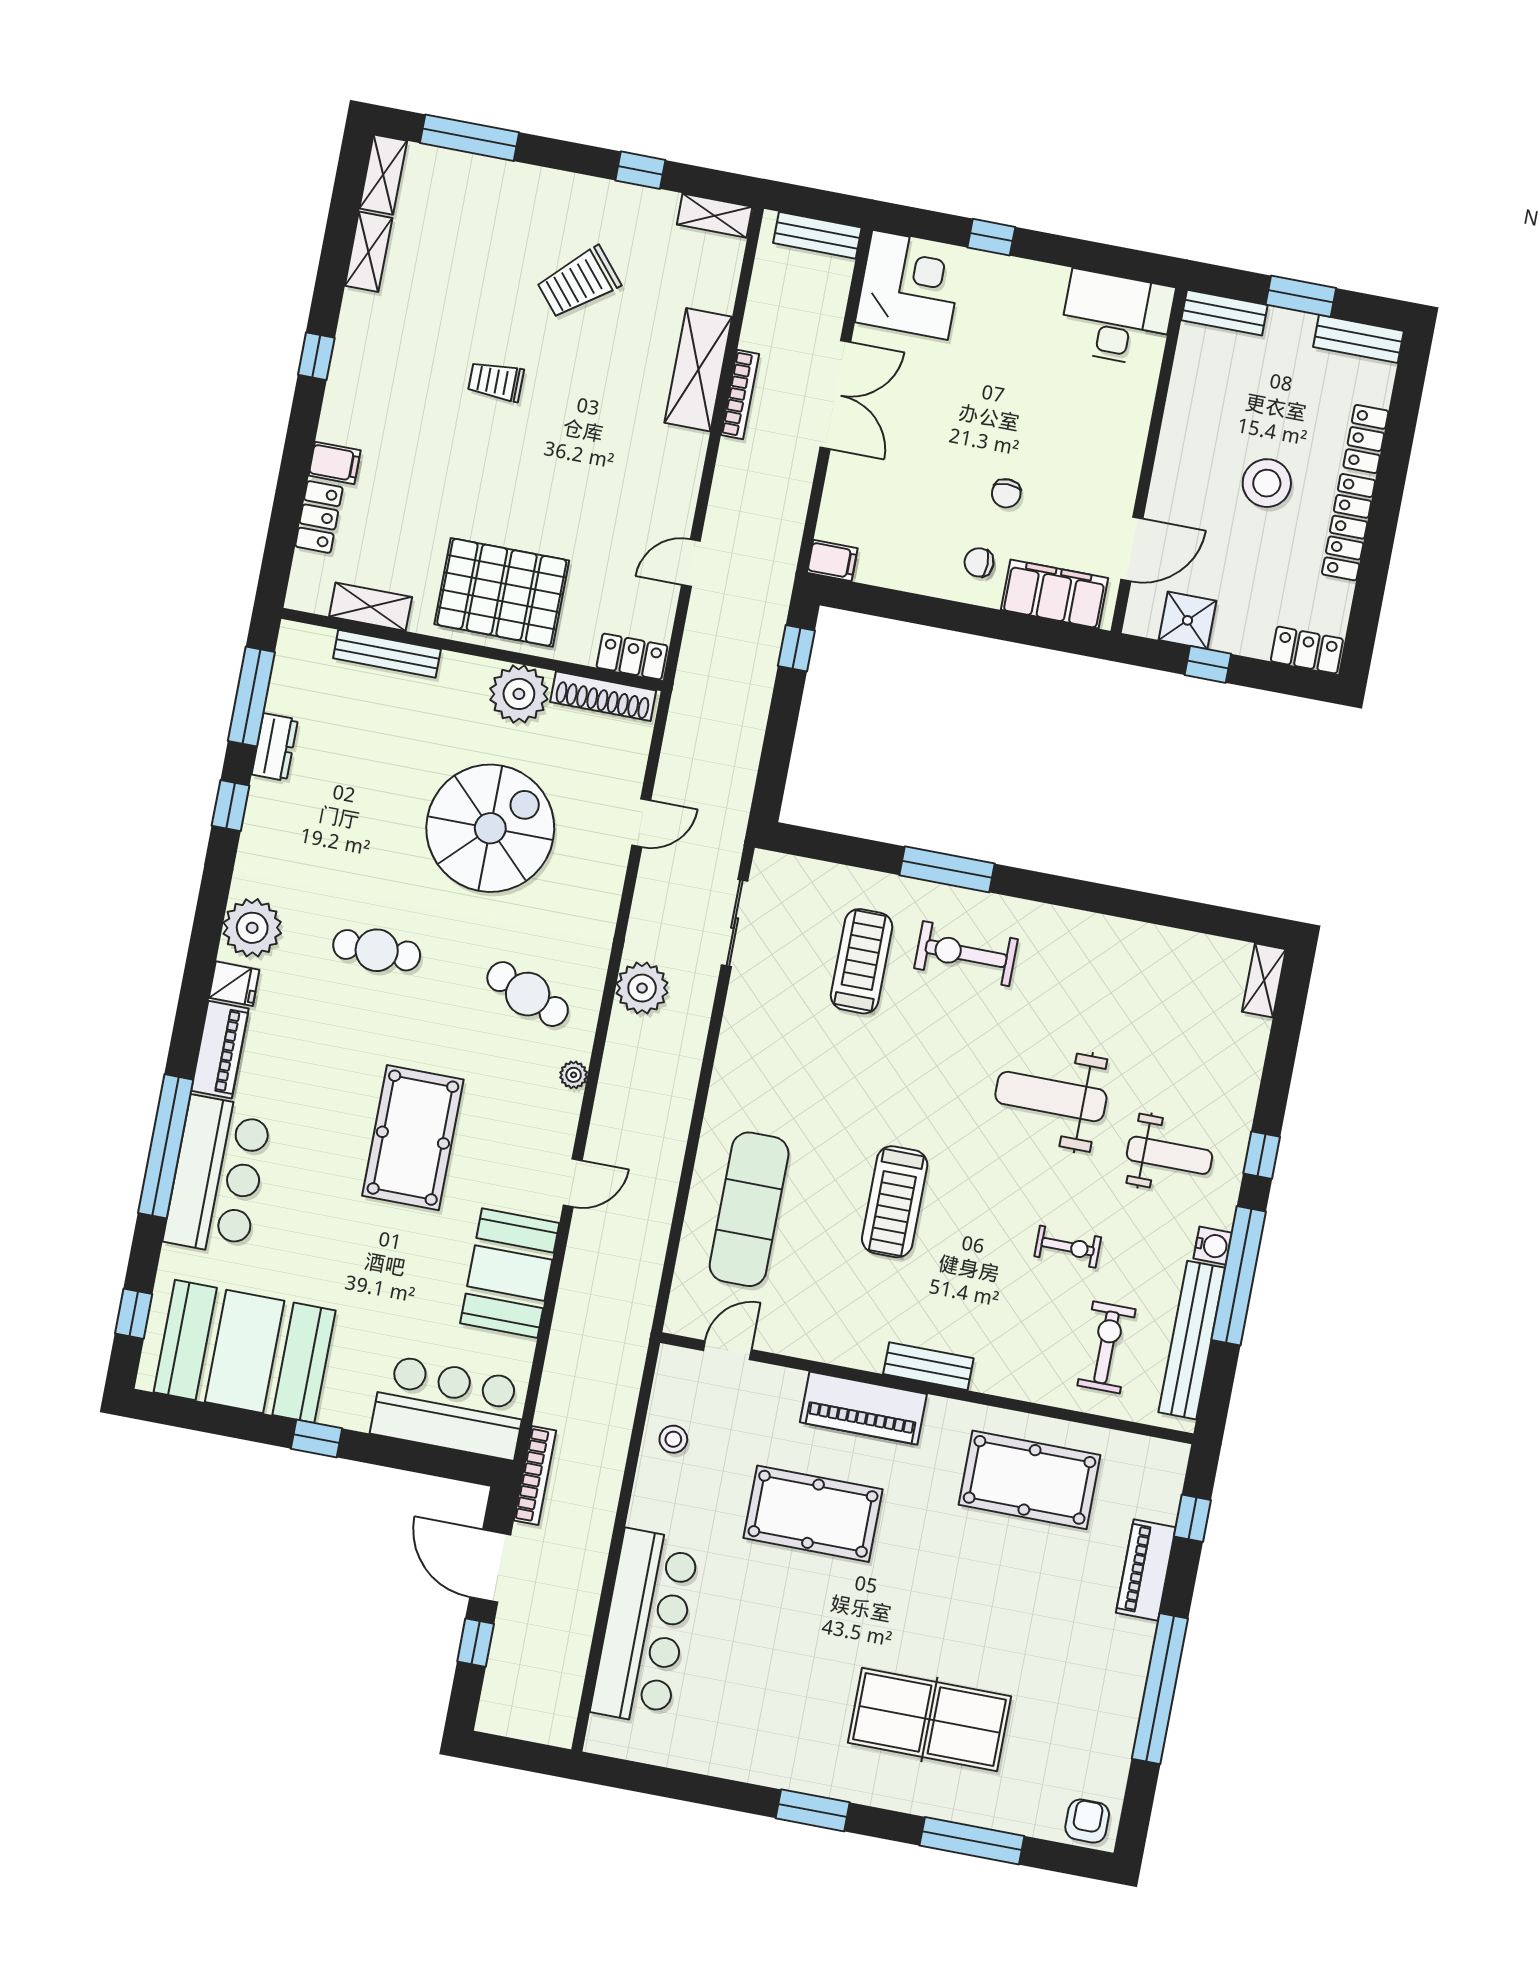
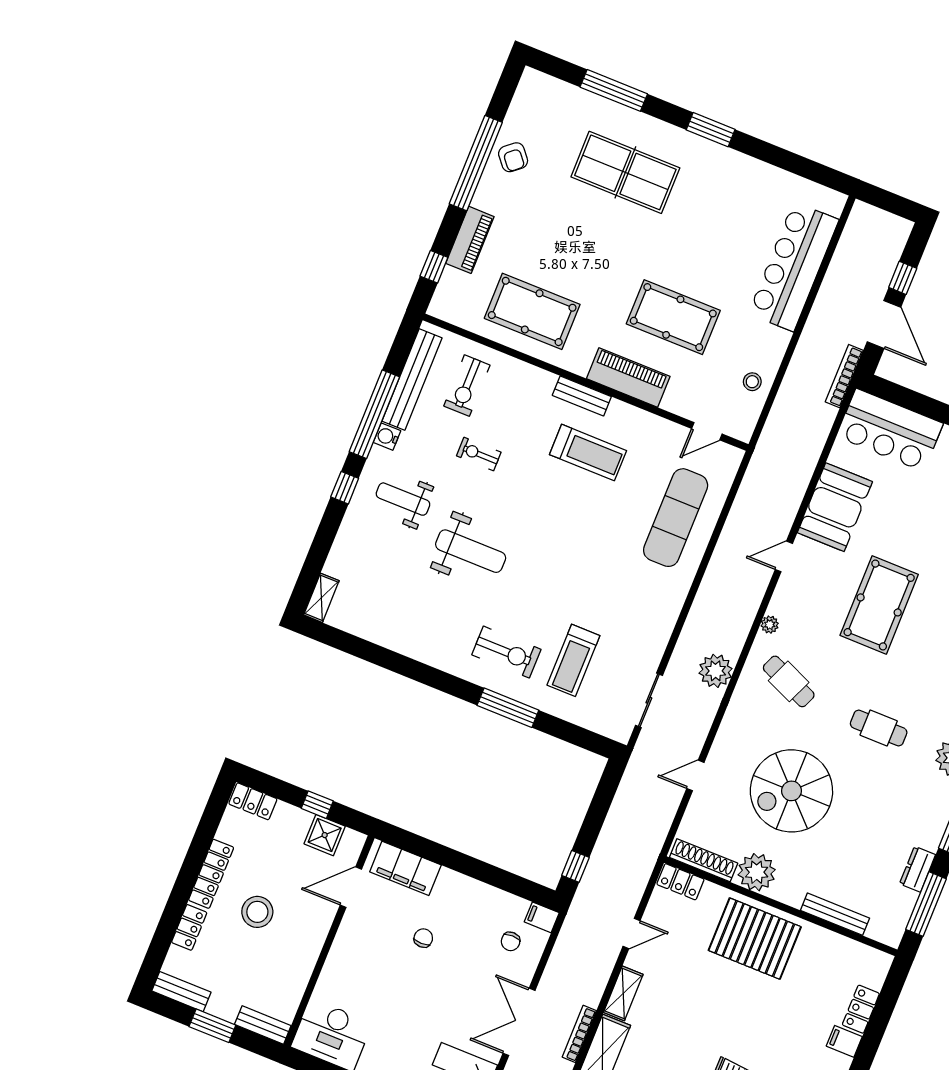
chair: (979, 562) -> (511, 941), moved, turned 90
shelving: (371, 607) -> (623, 993), moved, turned 90
treadmill: (895, 1202) -> (588, 453), moved, turned 90
armchair: (1087, 1821) -> (513, 157), moved, turned -40

